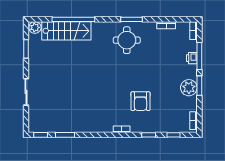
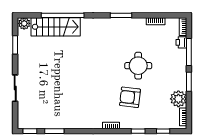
round table: (127, 40) -> (138, 66), moved
printer: (192, 58) -> (181, 42), moved
plant: (189, 88) -> (178, 99), moved
armchair: (140, 101) -> (130, 97), turned 97

